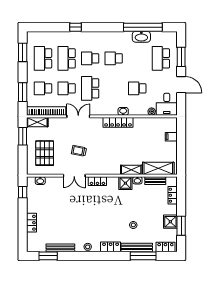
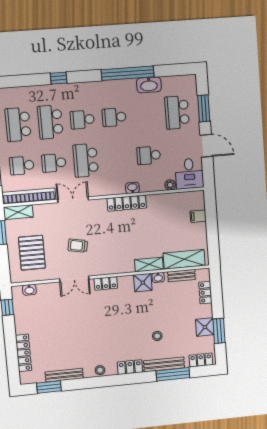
window: (143, 27) -> (128, 73), moved
locker: (32, 223) -> (24, 353), width x1.53

